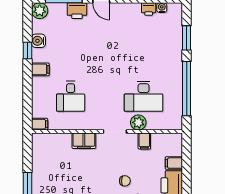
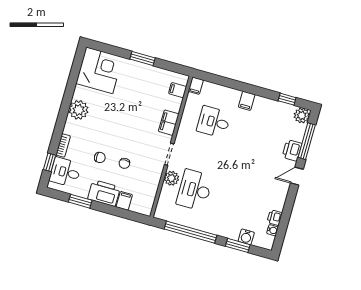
water cooler: (39, 41) -> (246, 237), moved, turned 180
window: (28, 51) -> (287, 99), moved
filing cabinet: (144, 141) -> (178, 90), moved
chair: (125, 181) -> (124, 163), moved

